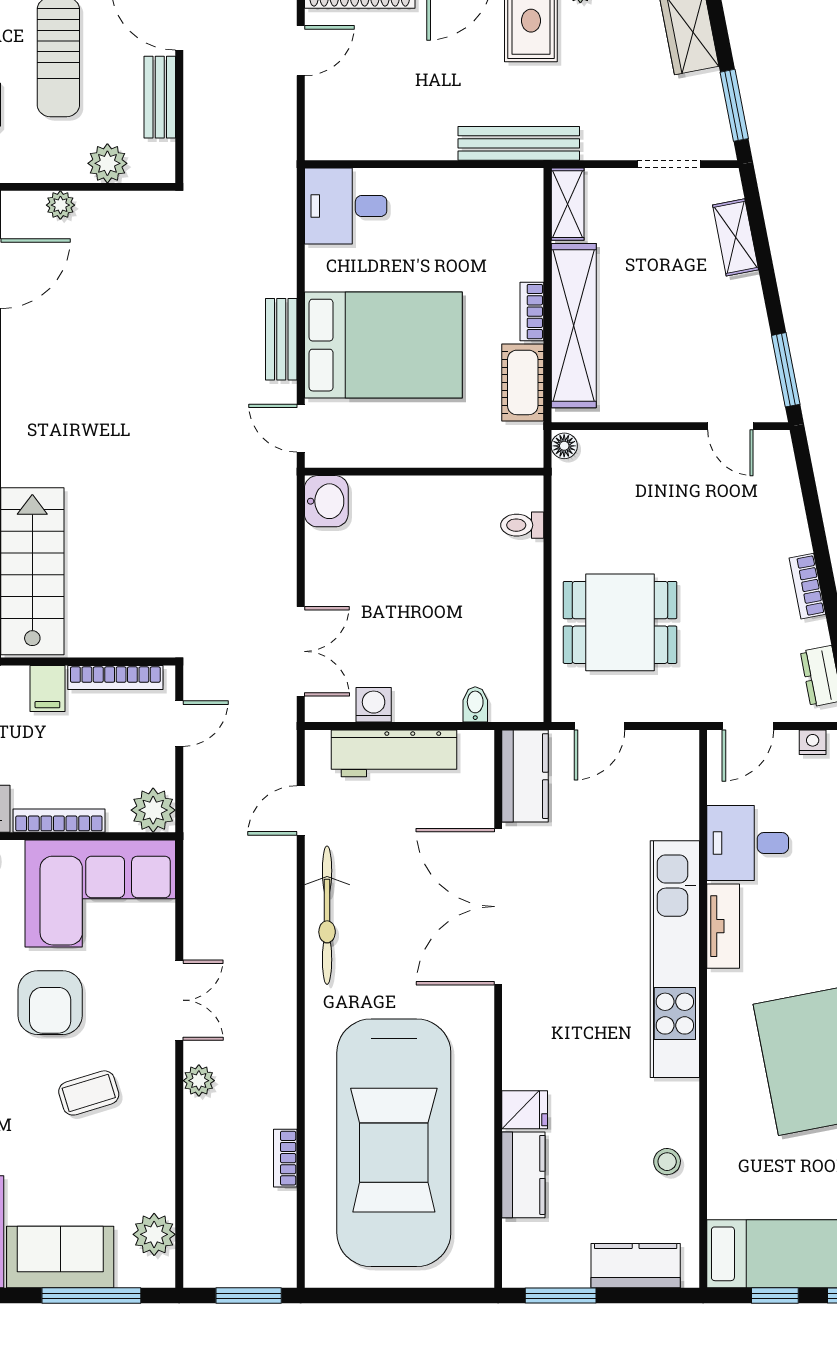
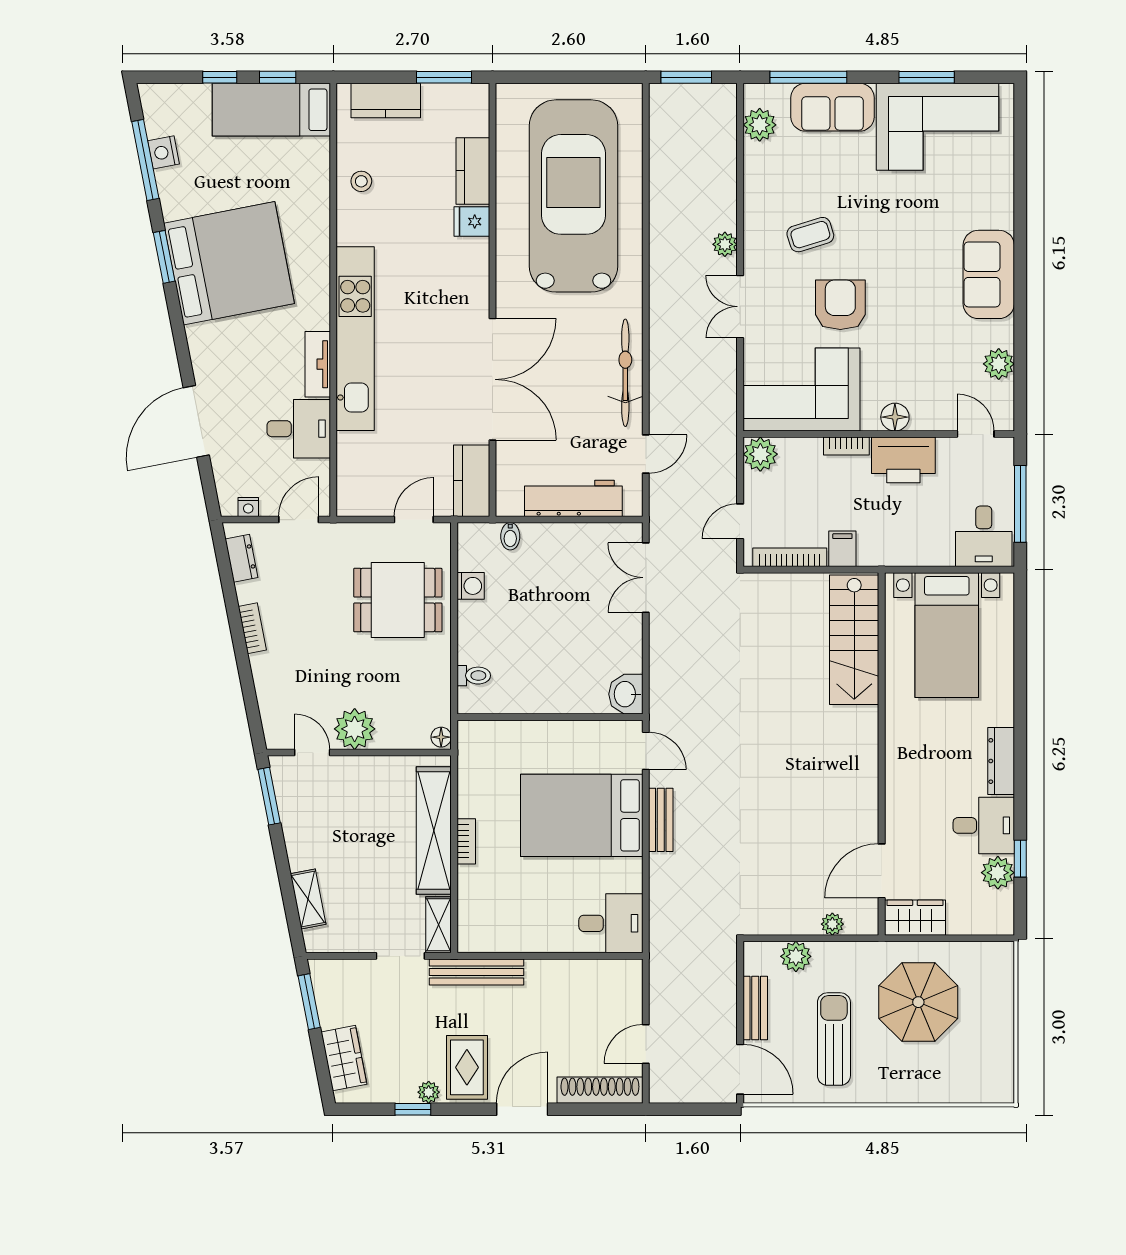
doorway: (669, 164) -> (400, 956), moved
cot: (523, 382) -> (473, 786), removed
plant: (676, 456) -> (355, 729), added
washing machine: (374, 705) -> (471, 586), moved, turned -90
bookcase: (59, 821) -> (846, 446), width x0.64
bookcase: (285, 1158) -> (658, 184), removed

